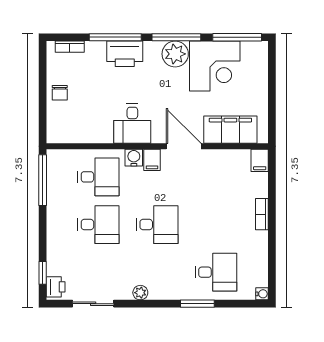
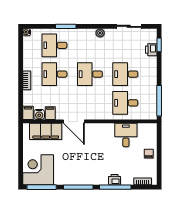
printer: (125, 54) -> (115, 180), width x0.53, depth x0.68
plant: (175, 54) -> (79, 177), removed
corner desk: (215, 66) -> (38, 170), moved
desk: (132, 124) -> (126, 135), moved
water cooler: (134, 158) -> (39, 114), moved
filing cabinet: (152, 160) -> (50, 113), moved
desk: (216, 225) -> (54, 74), added
printer: (56, 287) -> (151, 50), moved

